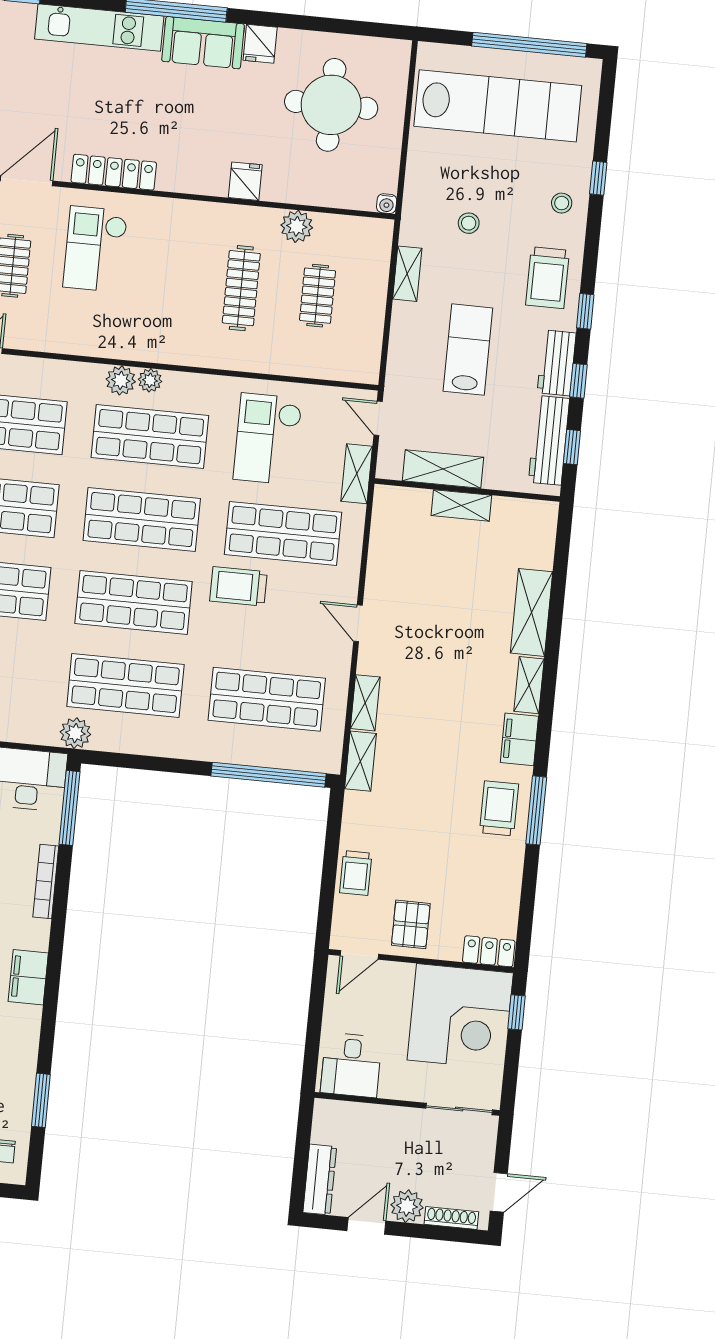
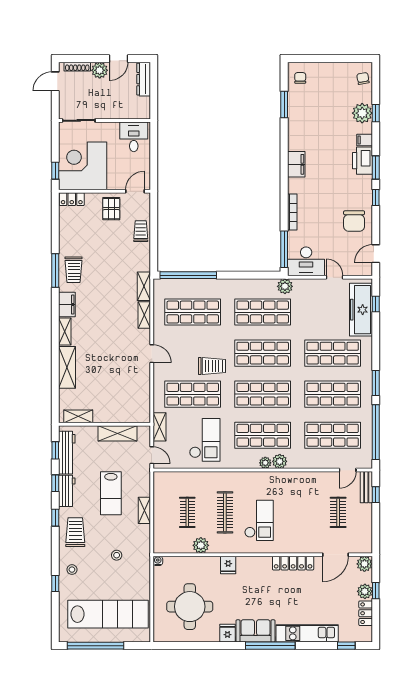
lab bench: (498, 106) -> (108, 614), turned 180
checkout: (95, 249) -> (259, 520), moved
shelving: (407, 274) -> (144, 510), moved
shelving: (461, 505) -> (78, 416), moved

